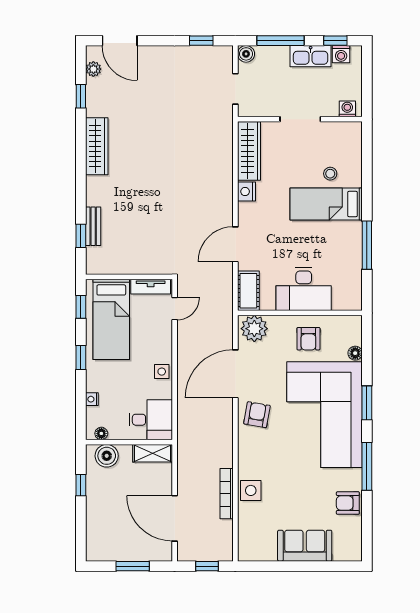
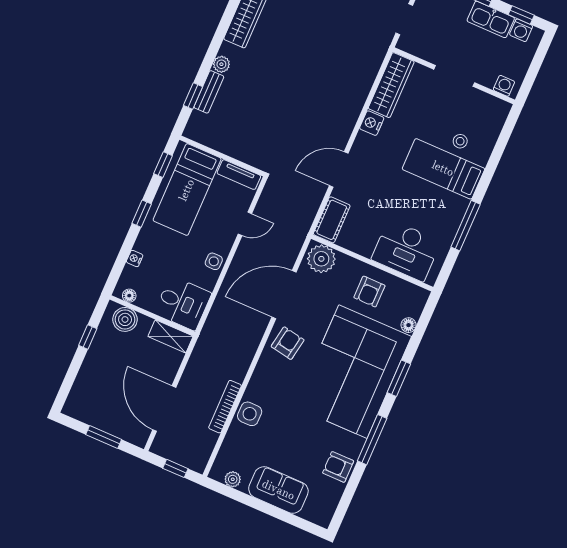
plant: (94, 197) -> (221, 64), added
desk: (304, 289) -> (406, 250), moved
door: (175, 309) -> (245, 224), moved
plant: (261, 554) -> (233, 479), added

